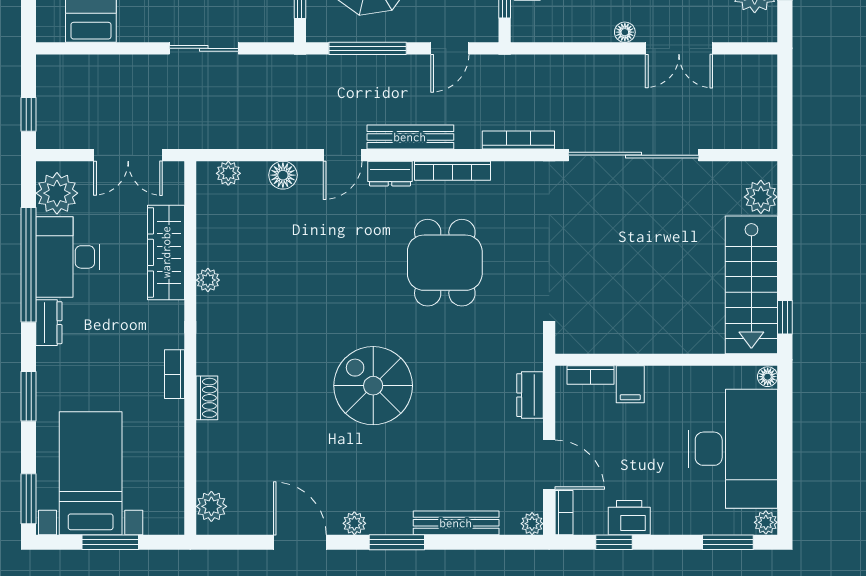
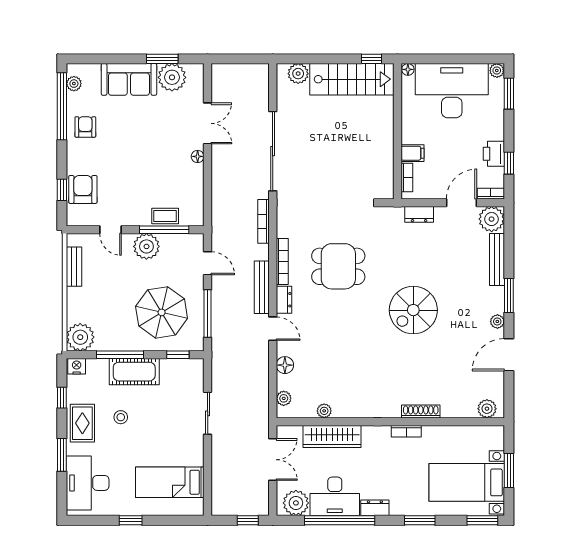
plant: (208, 280) -> (324, 411), moved
shoe rack: (207, 398) -> (421, 411), width x1.43
plant: (532, 524) -> (492, 219), width x1.87, depth x1.87

